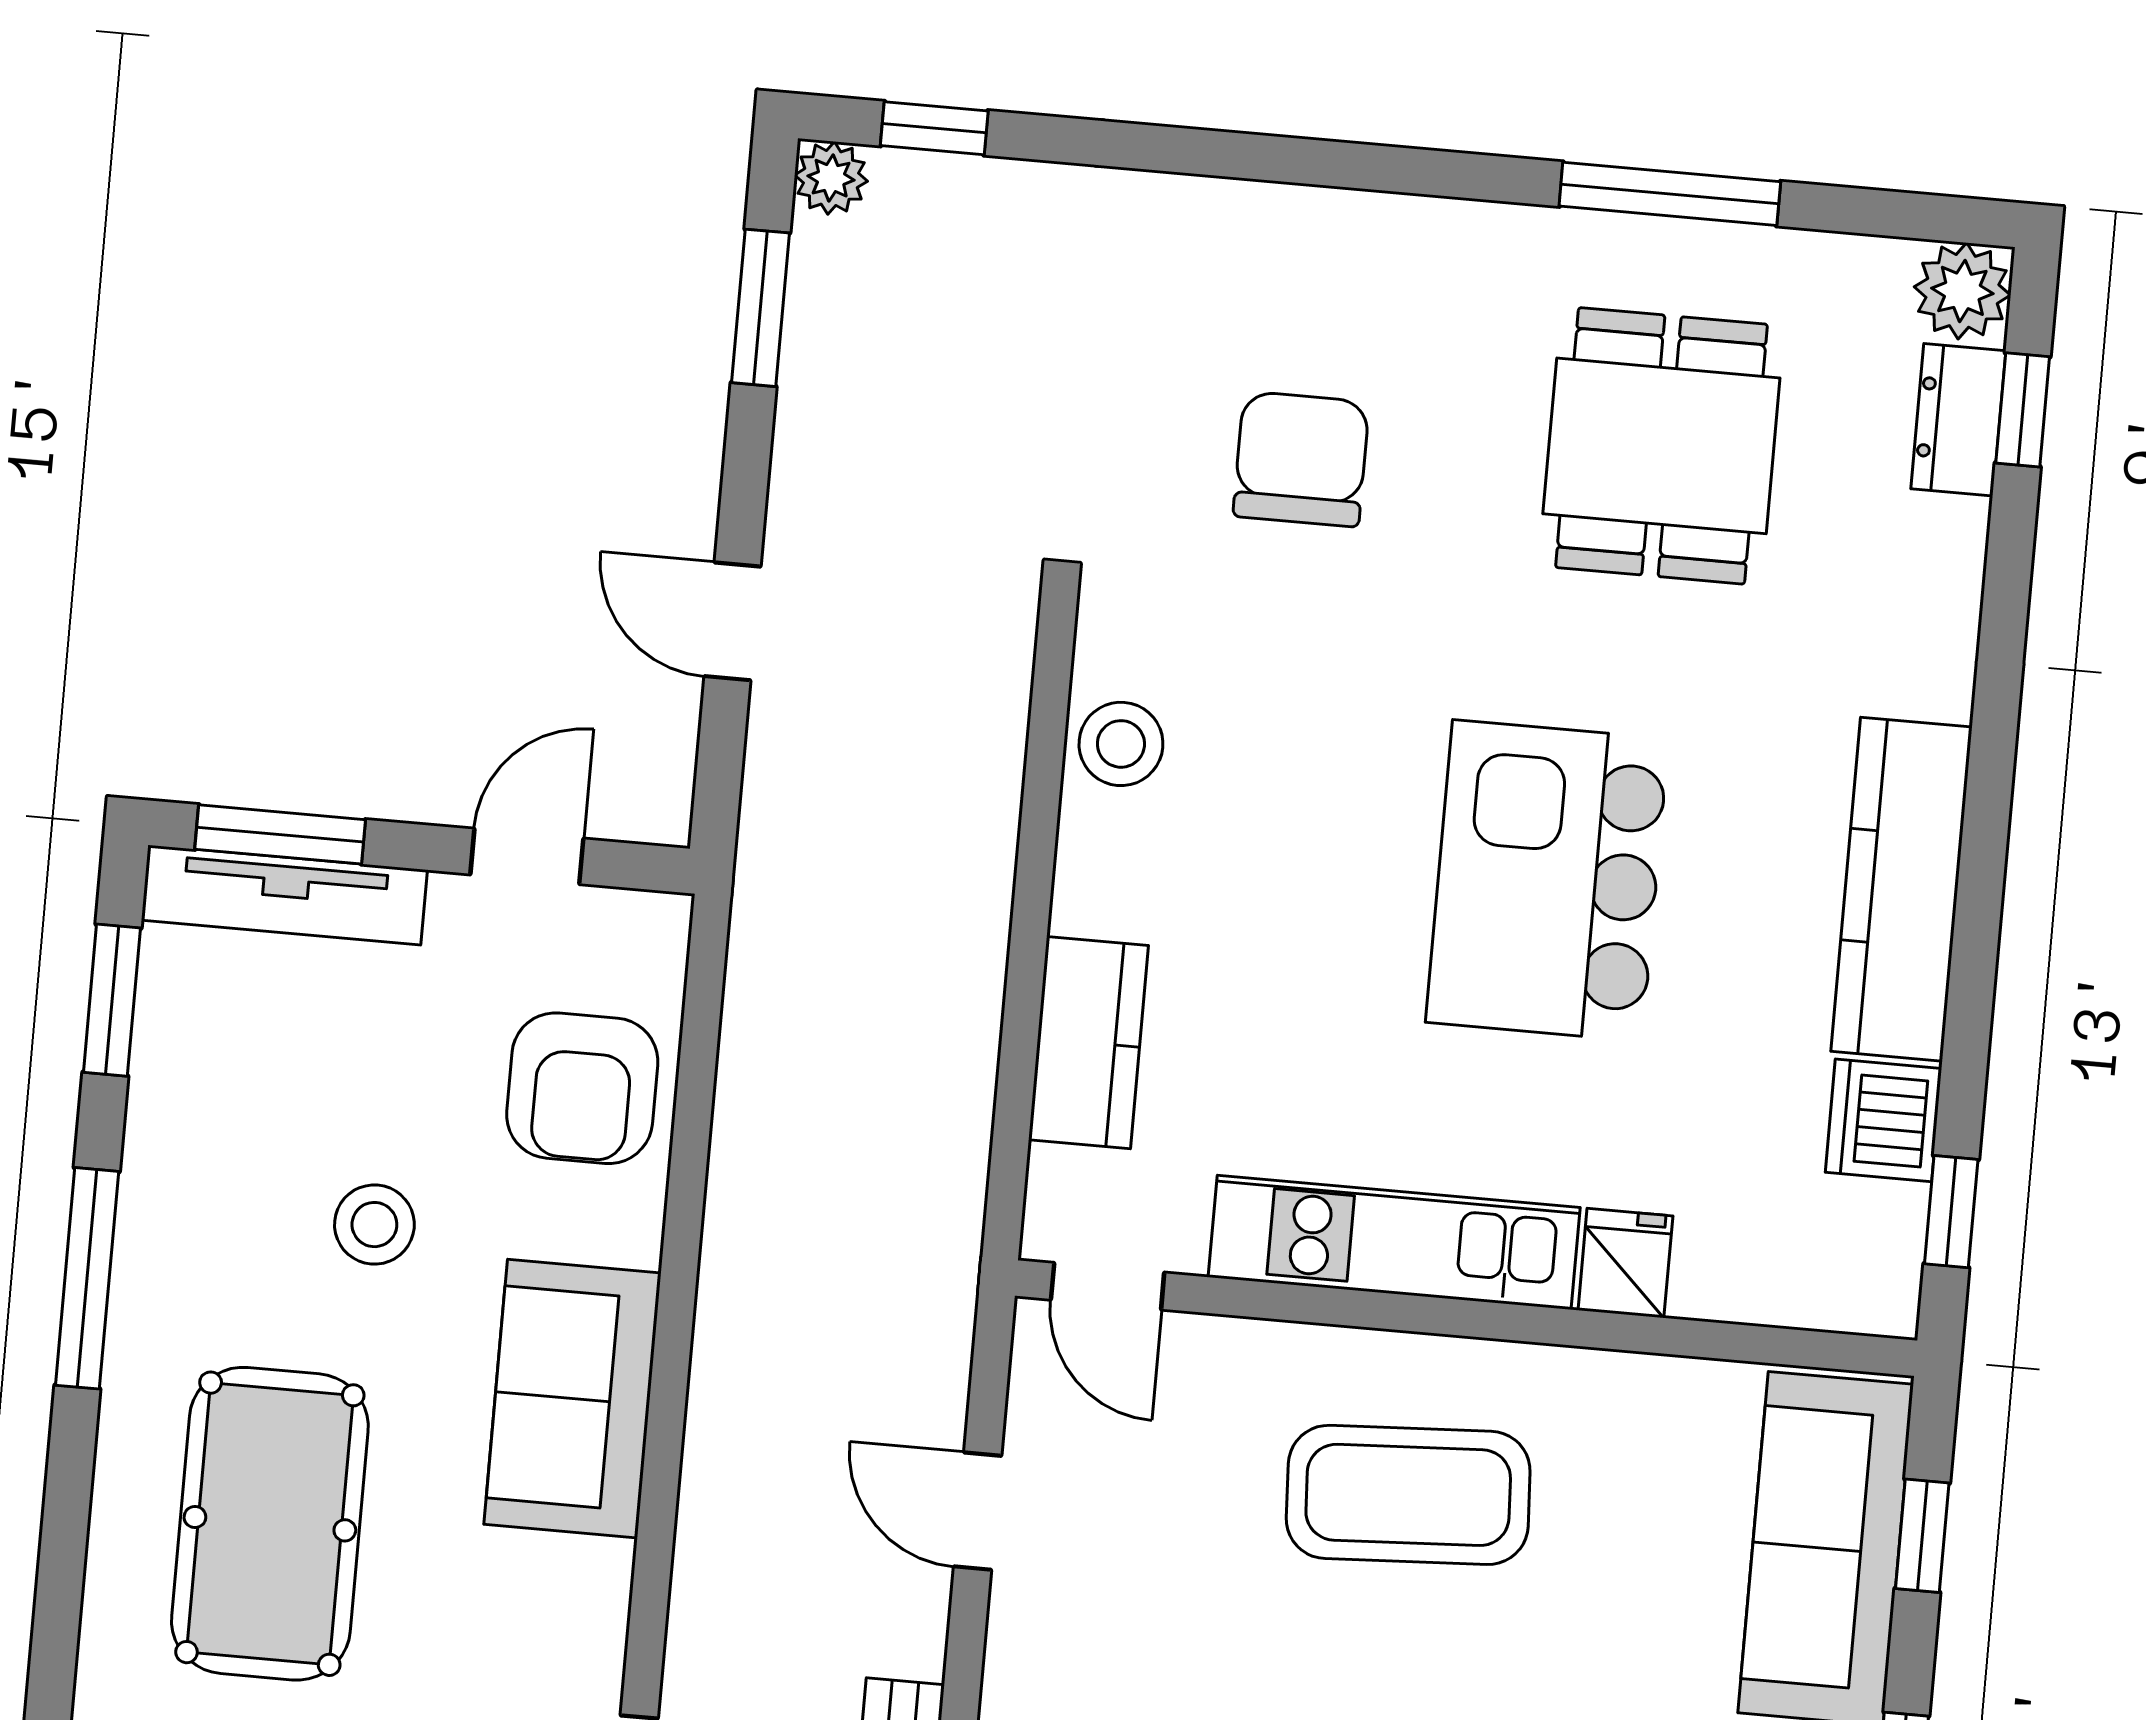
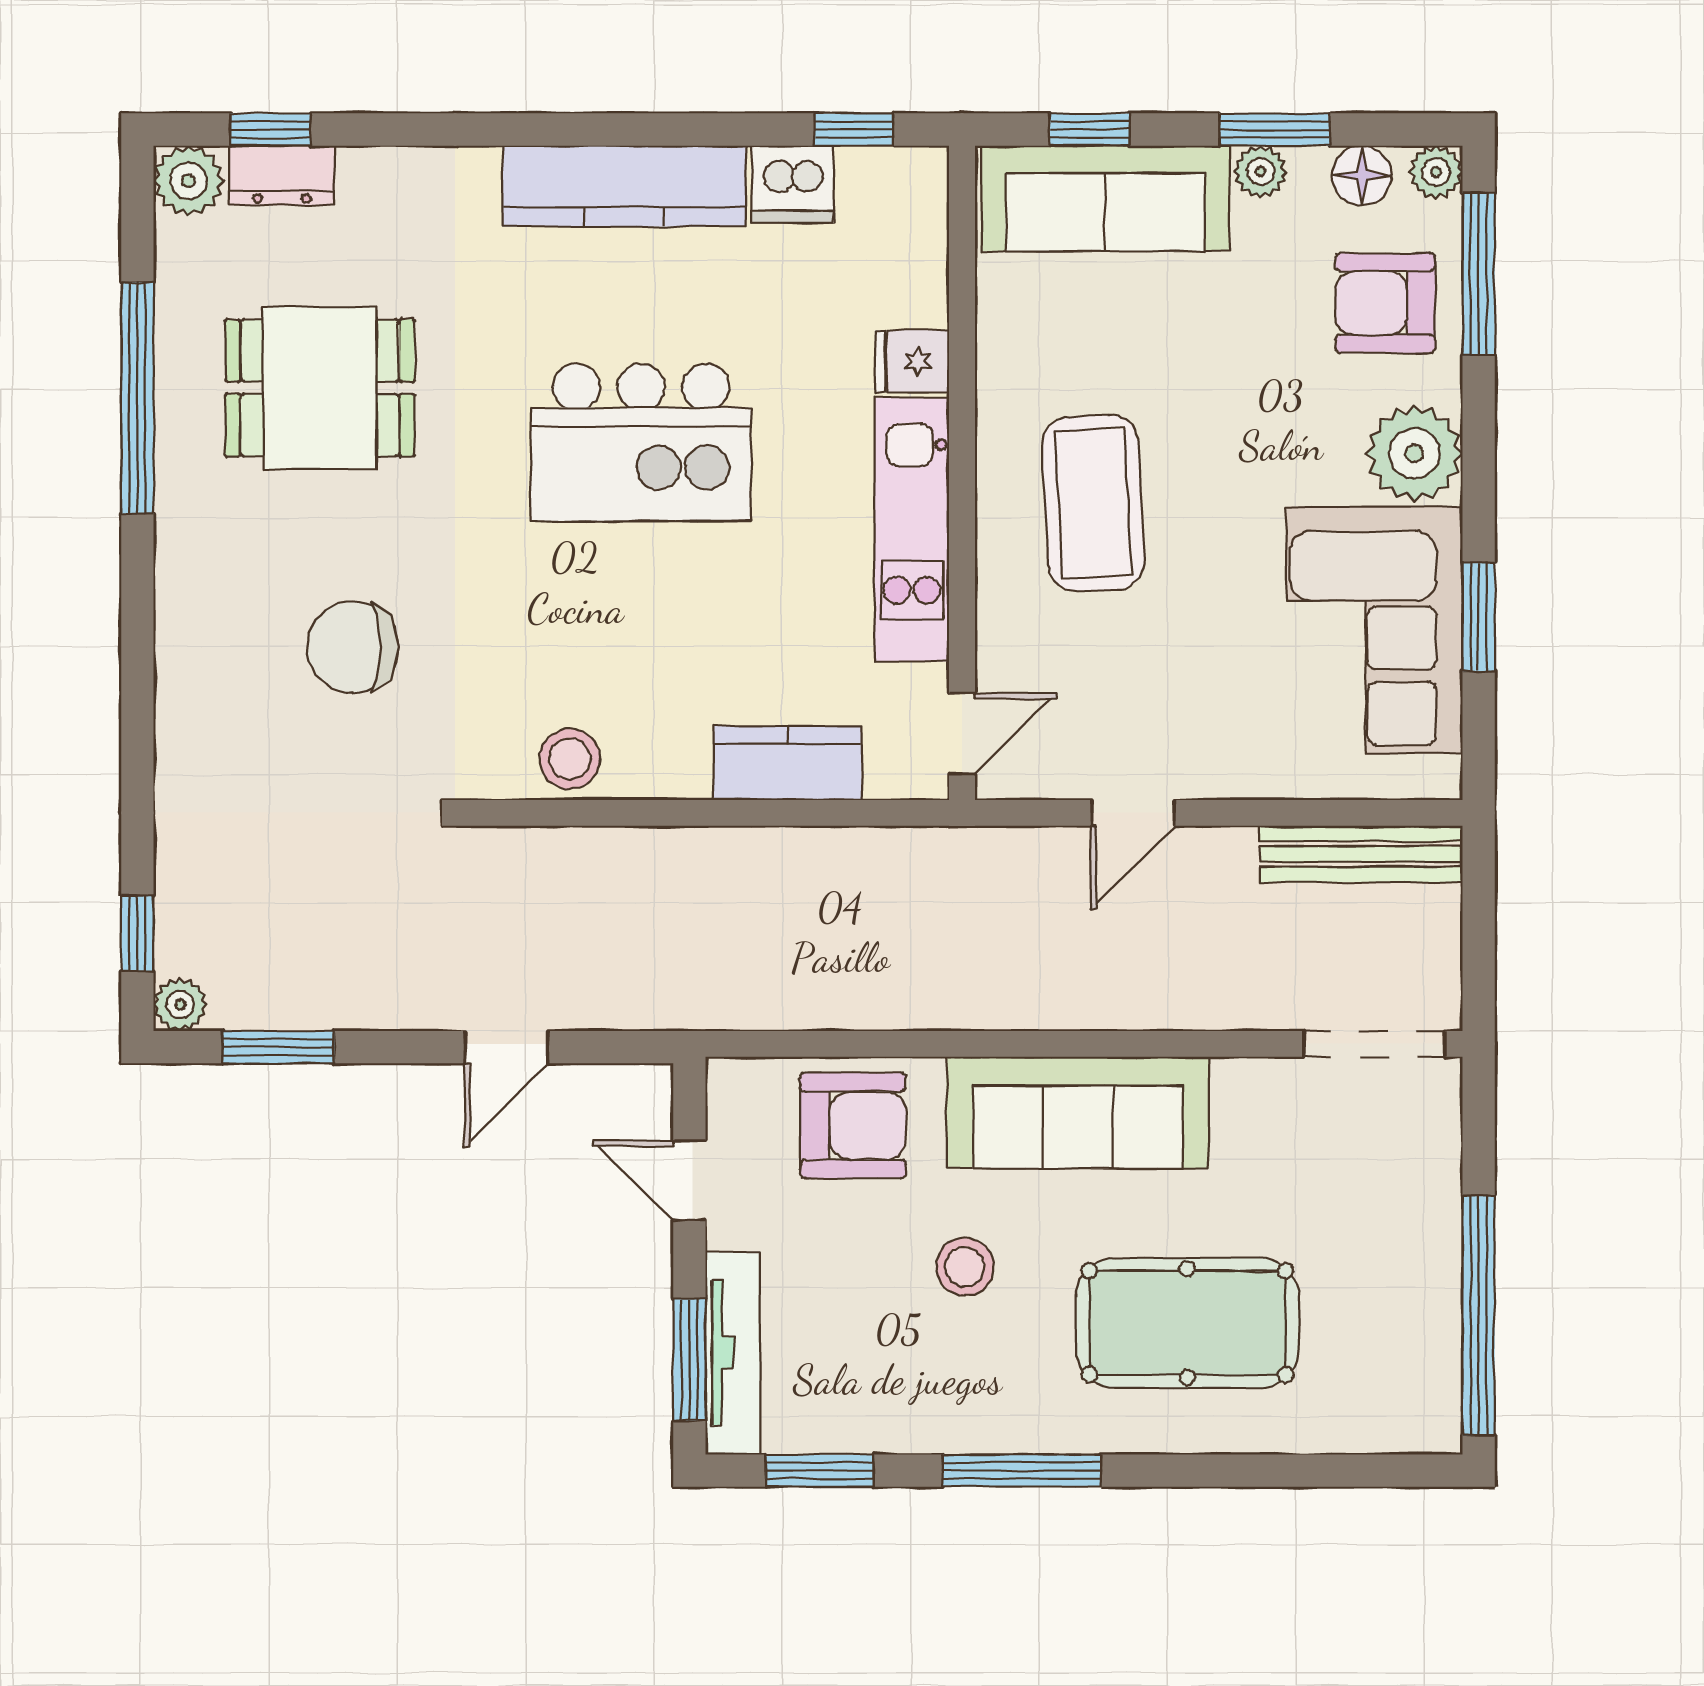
window: (1670, 194) -> (137, 398), width x1.46
sofa: (572, 1399) -> (1078, 1113), width x1.36

